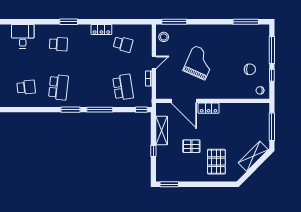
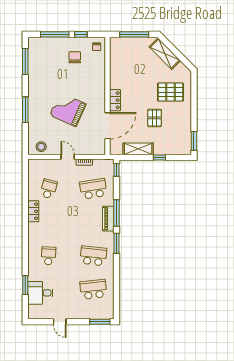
window: (69, 22) -> (25, 285), moved
window: (174, 22) -> (25, 110), moved
school desk: (26, 87) -> (93, 289), width x1.85
piano: (94, 102) -> (108, 219), added

